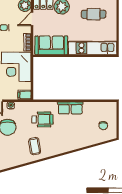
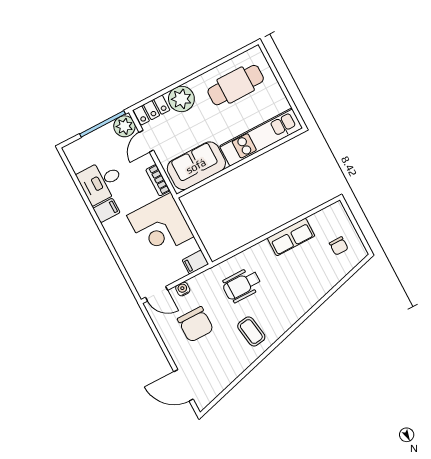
cafe table: (94, 14) -> (236, 85), width x1.37, depth x1.35
row of seats: (70, 108) -> (291, 237), moved
wheelchair: (42, 119) -> (242, 285), turned 180

